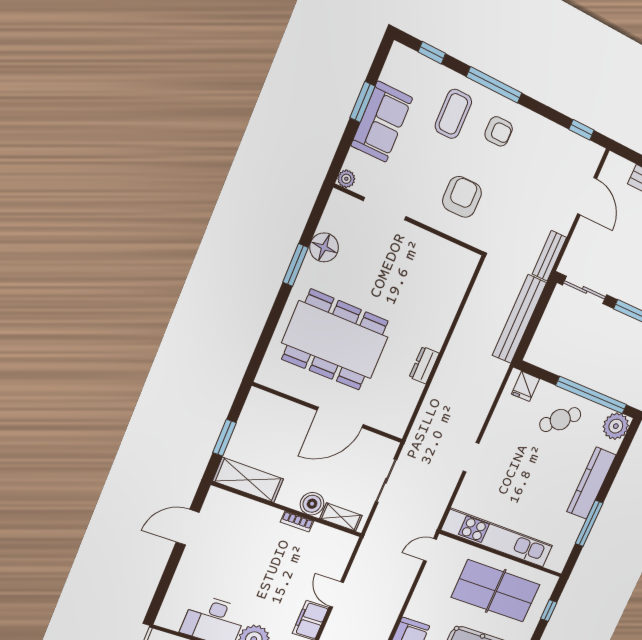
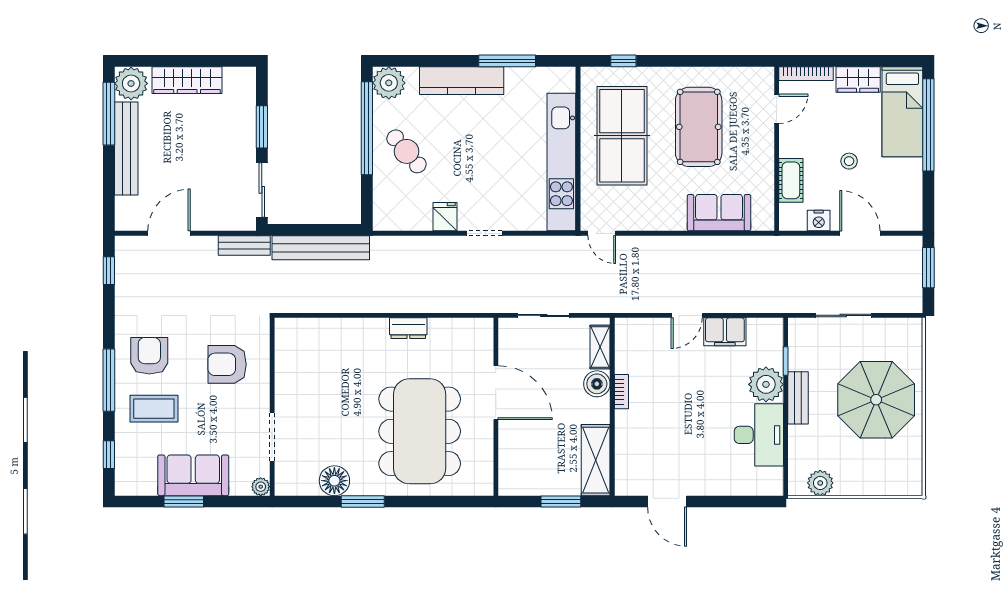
armchair: (499, 131) -> (149, 356), width x1.38, depth x1.38
fridge: (525, 386) -> (445, 217), moved, turned -90

